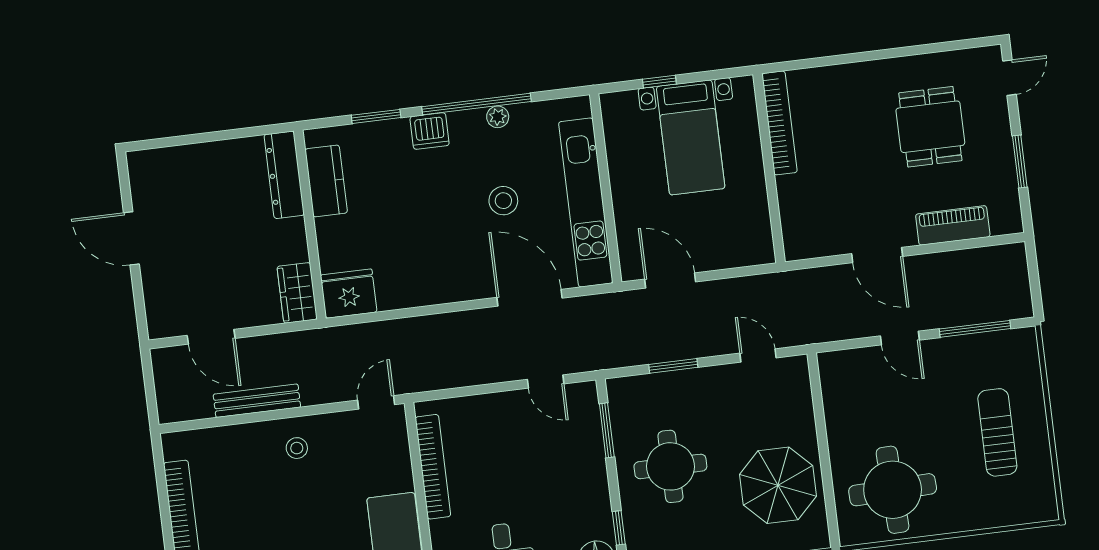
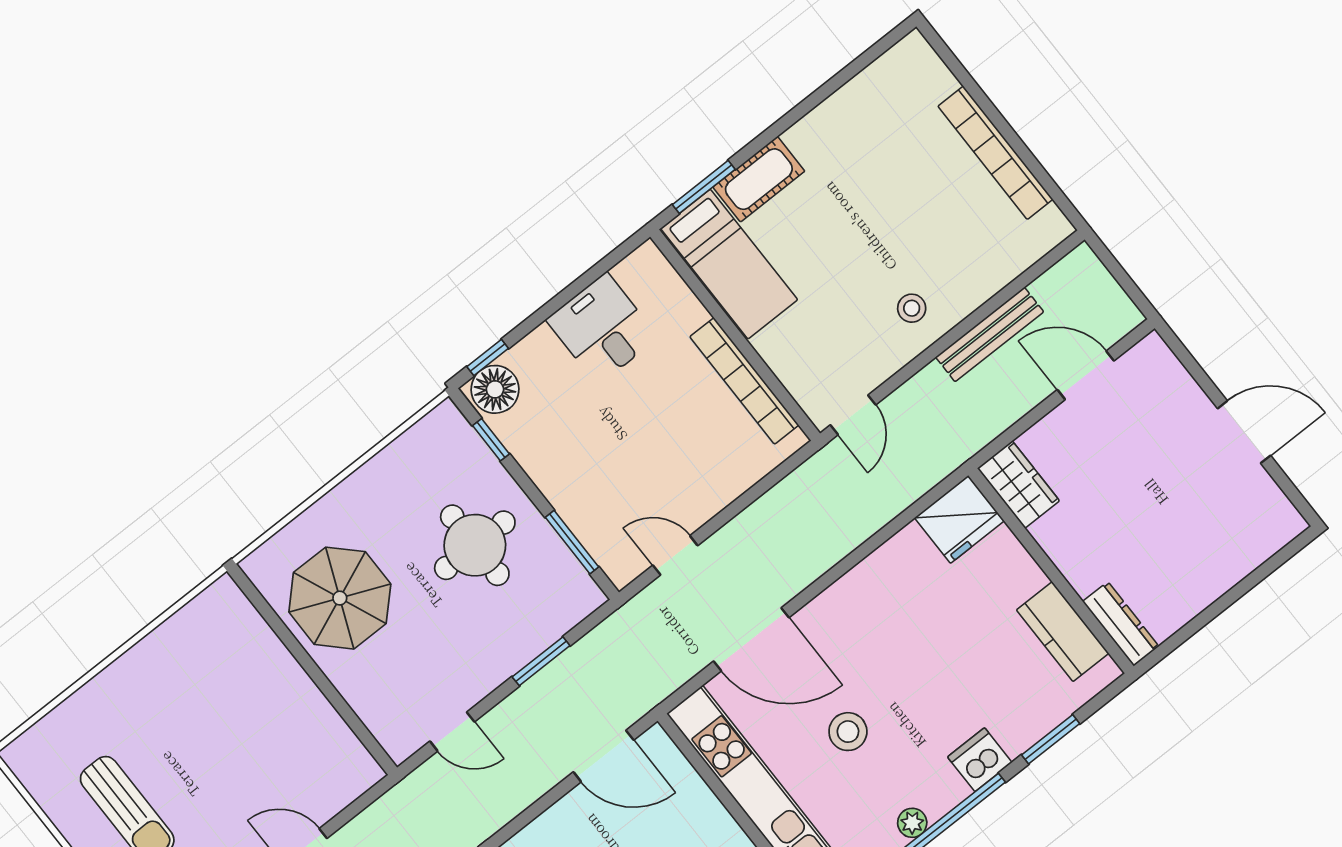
dresser: (284, 175) -> (1121, 624), width x0.73, depth x0.80
round table: (893, 490) -> (207, 672), removed

